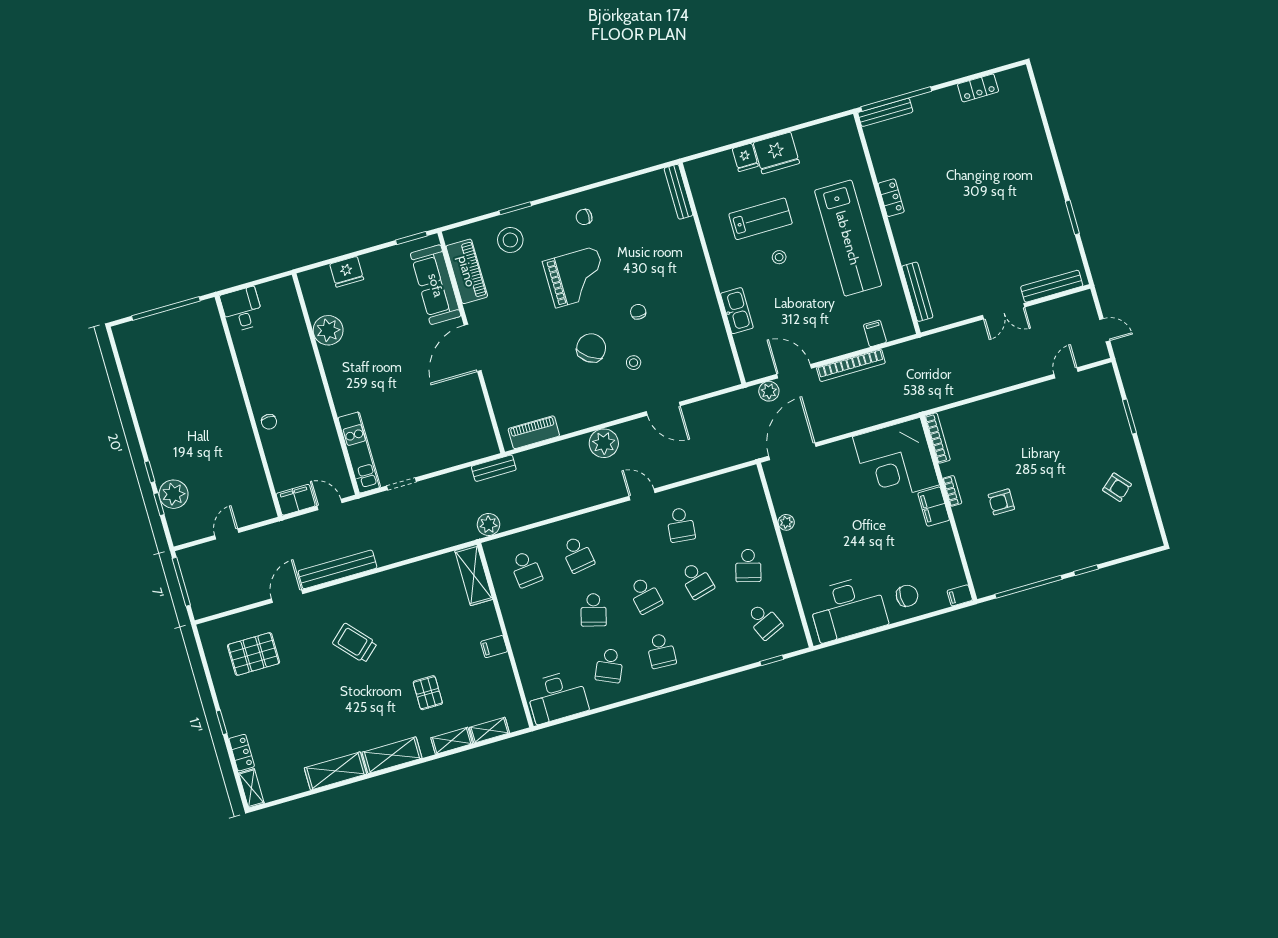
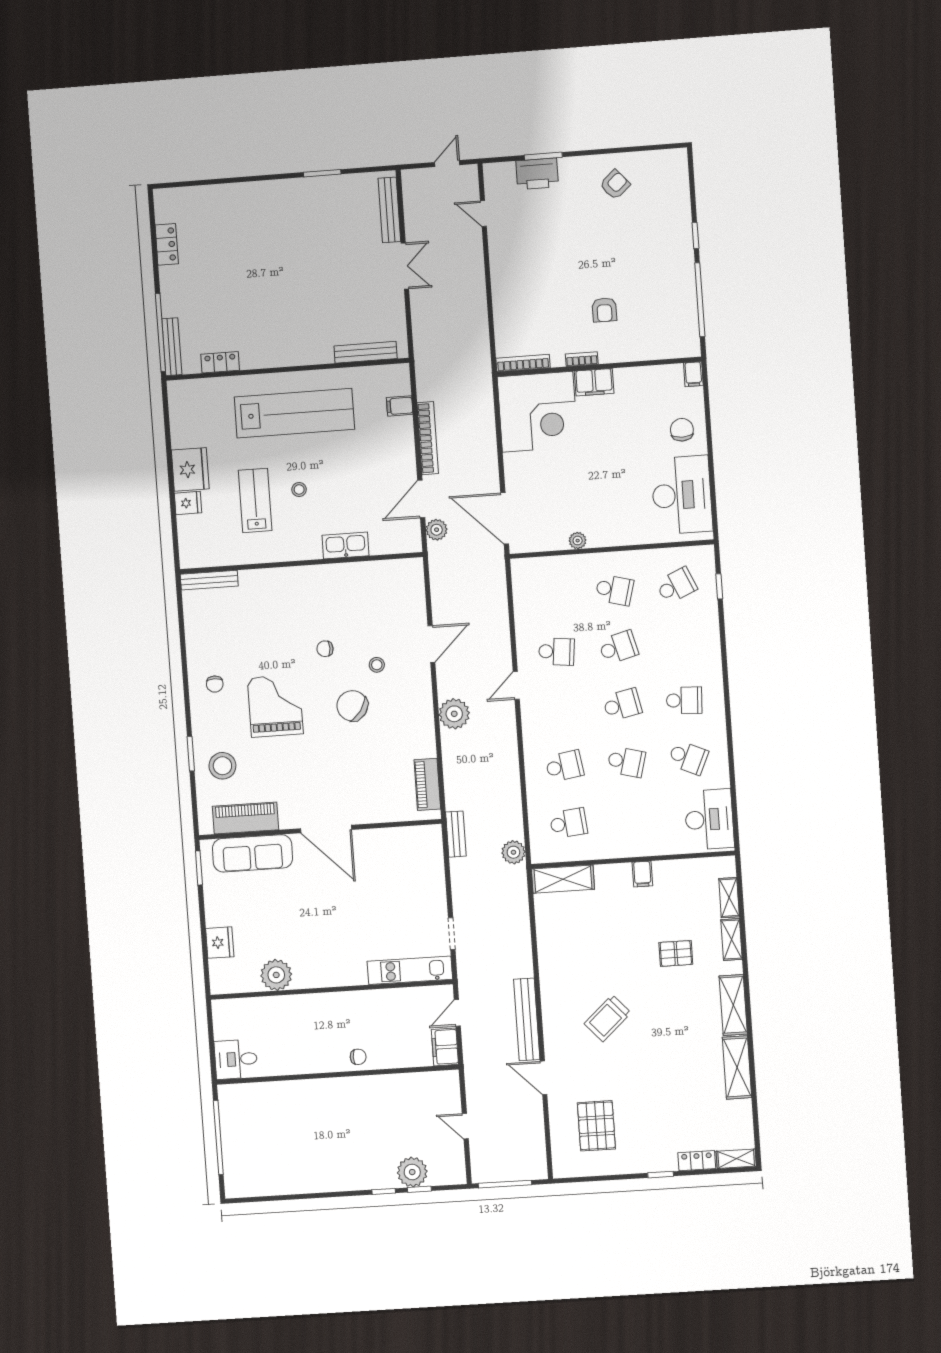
locker: (891, 198) -> (220, 362), moved
printer: (1112, 414) -> (537, 174), added

